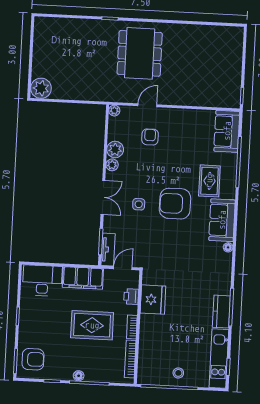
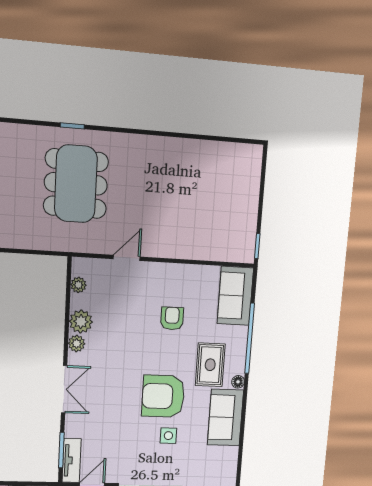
dining table: (140, 53) -> (76, 184), moved
plant: (114, 111) -> (78, 285), moved
armchair: (150, 137) -> (172, 318), moved
side table: (139, 204) -> (168, 436), moved
floor lamp: (228, 247) -> (238, 382), moved

